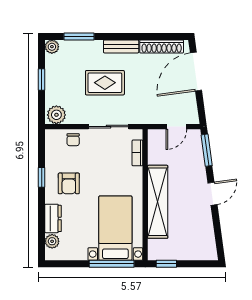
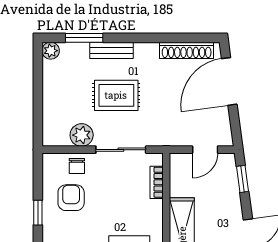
bench: (121, 46) -> (112, 50), moved
window: (42, 79) -> (38, 91), removed
plant: (56, 115) -> (82, 135), moved
window: (207, 150) -> (242, 179), width x0.67
armchair: (69, 183) -> (71, 198), moved, turned 180

